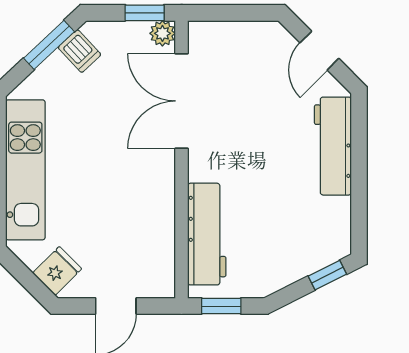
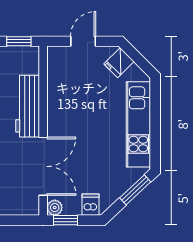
window: (49, 45) -> (135, 190), moved
dishwasher: (80, 51) -> (90, 205), moved, turned 43
workbench: (207, 234) -> (28, 106), moved

